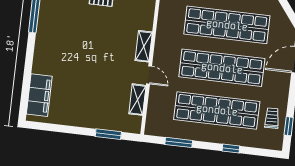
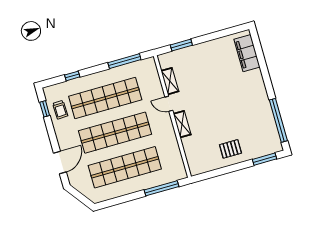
window: (179, 142) -> (124, 61), width x1.44
window: (231, 149) -> (72, 76), moved

